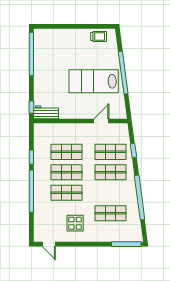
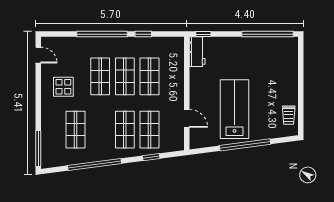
door: (49, 244) -> (38, 55), swing flipped

